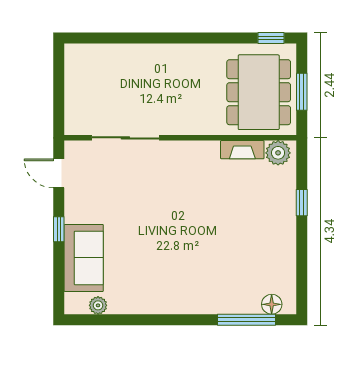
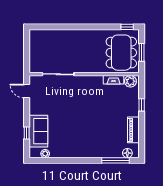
window: (59, 229) -> (27, 133), moved
piano: (284, 256) -> (133, 130), added

